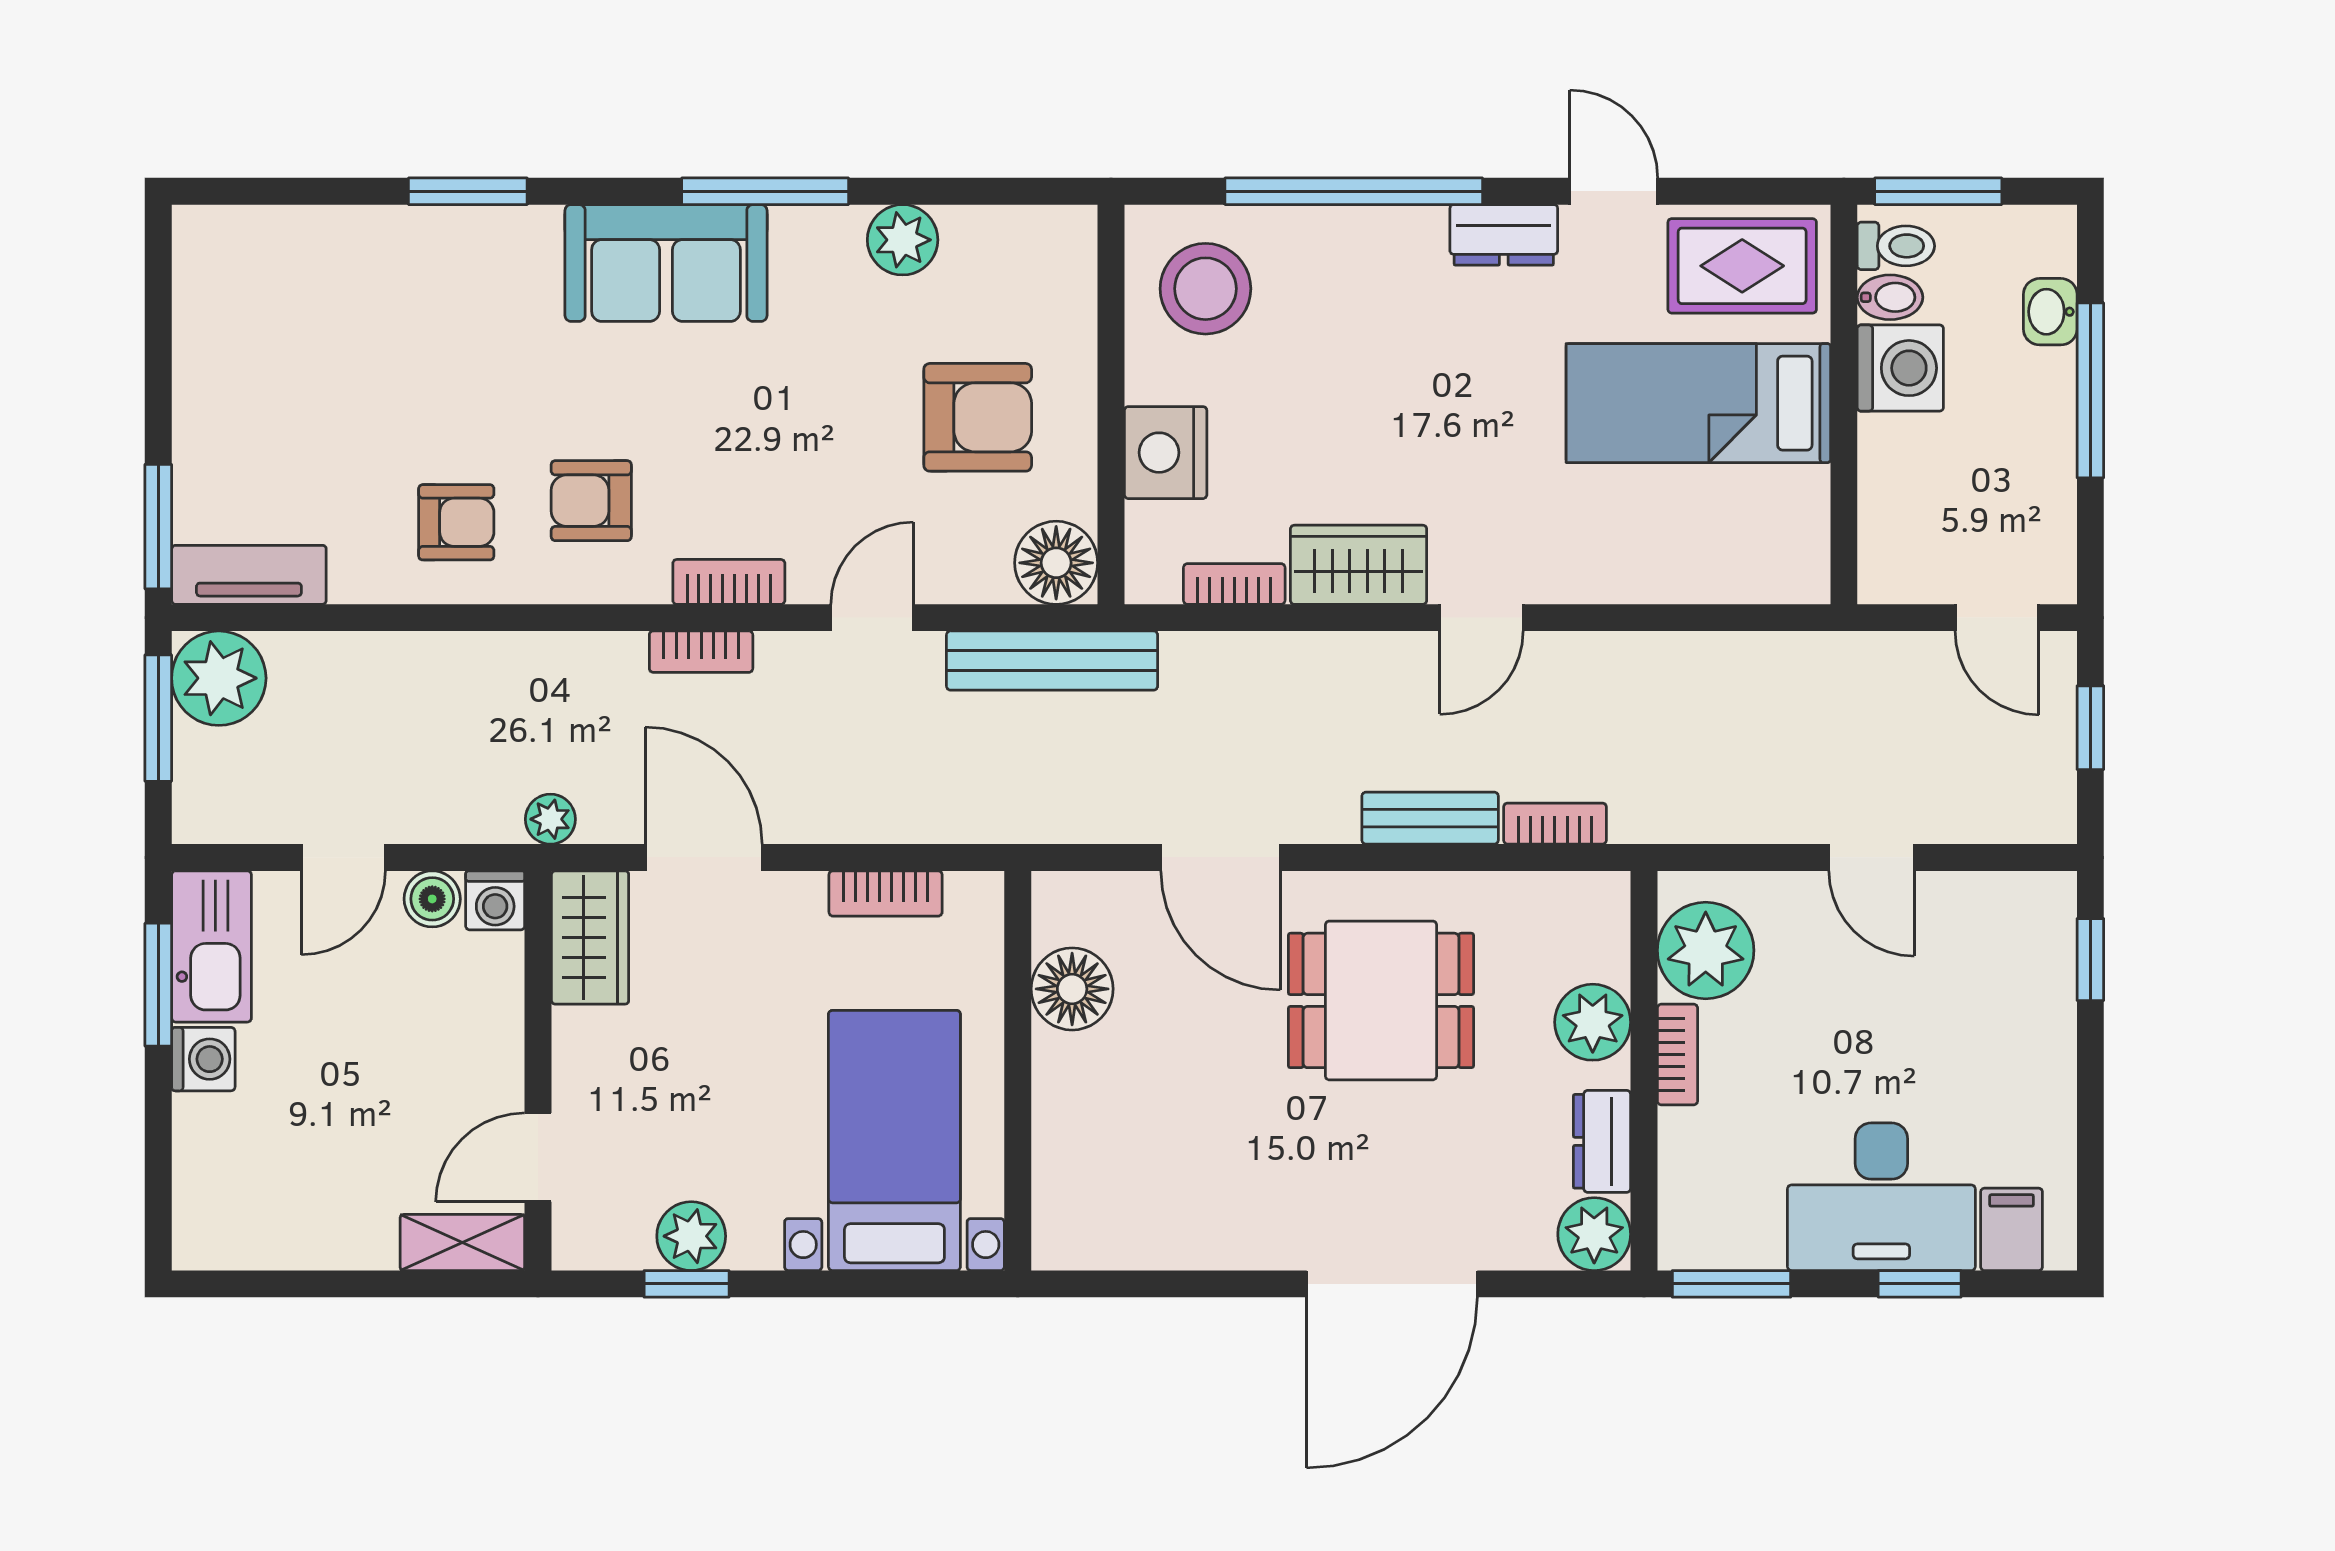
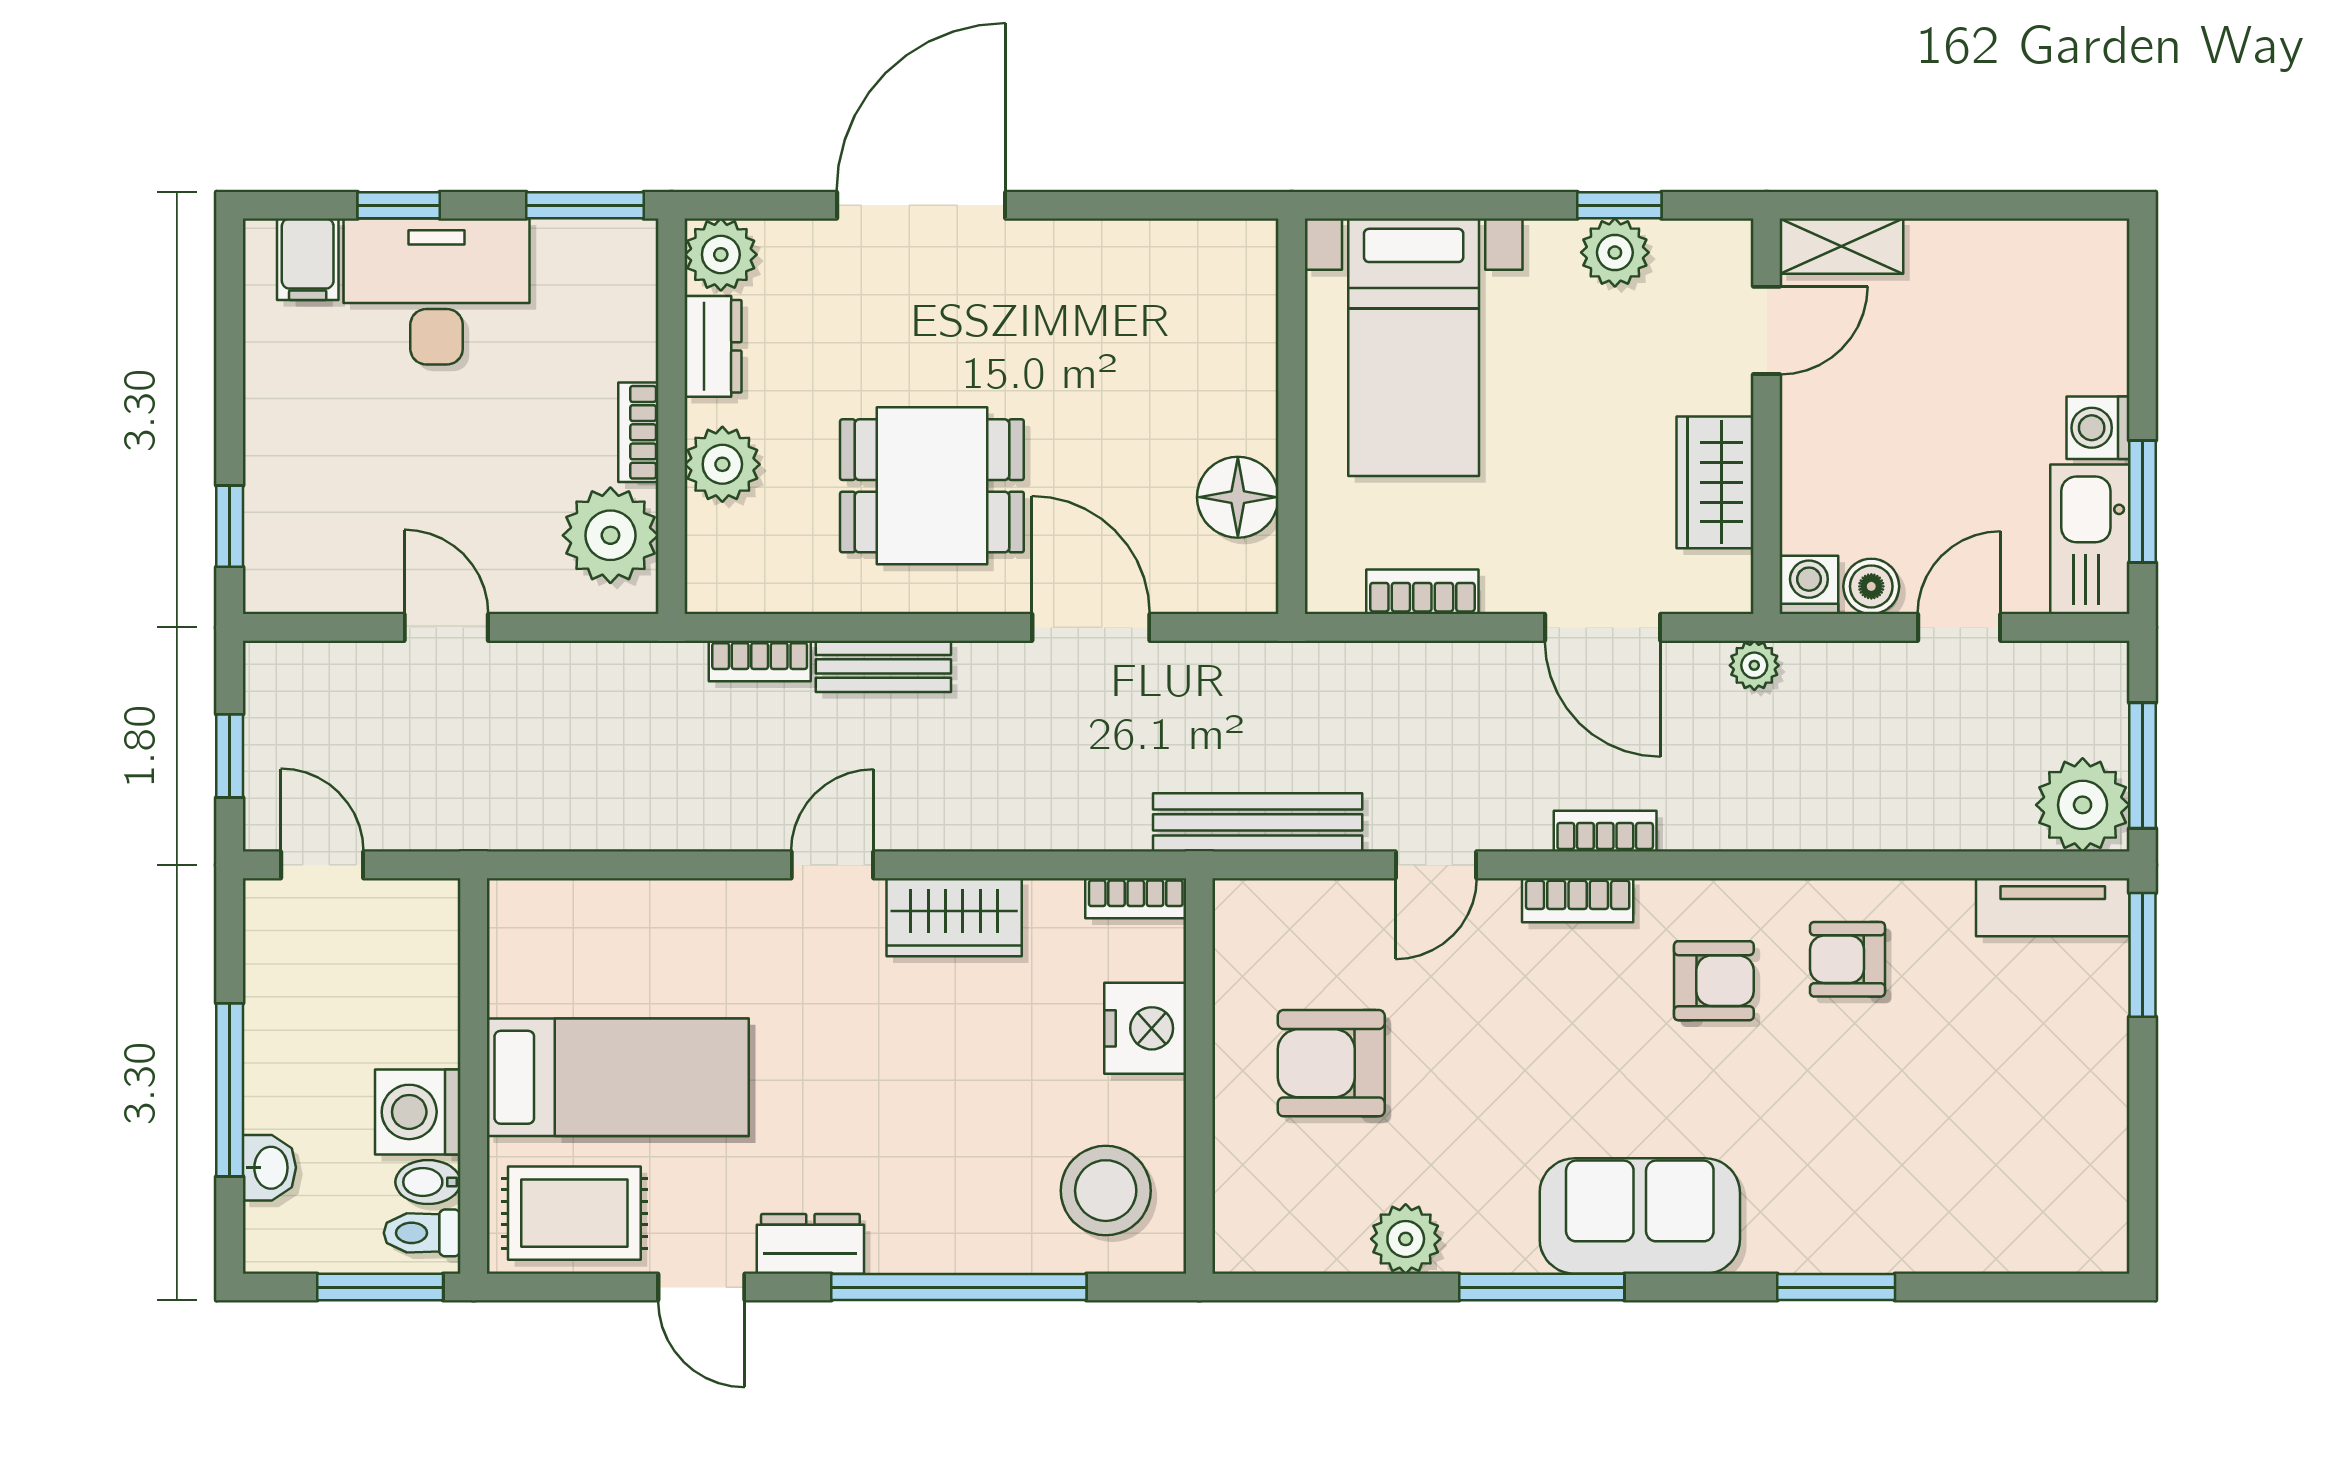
floor lamp: (1056, 563) -> (1254, 919), removed
bookcase: (1234, 584) -> (1136, 898), moved
wardrobe: (590, 938) -> (1715, 482), moved

